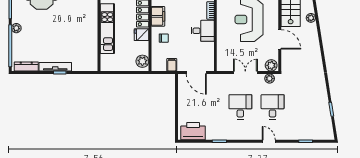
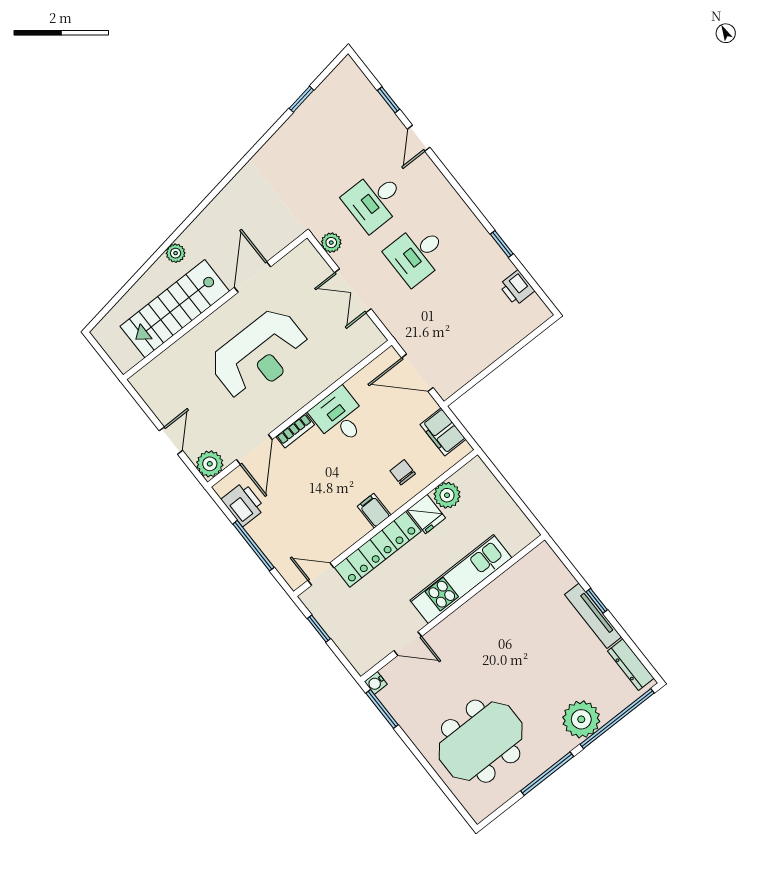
filing cabinet: (158, 16) -> (374, 511), width x0.50
plant: (16, 28) -> (581, 719), width x1.88, depth x1.88
plant: (142, 61) -> (447, 495), moved
filing cabinet: (172, 65) -> (443, 432), width x2.00
plant: (271, 65) -> (307, 257), removed
door: (196, 72) -> (417, 373), swing flipped
printer: (193, 131) -> (517, 288), width x0.53, depth x0.68
door: (269, 141) -> (419, 138), moved

